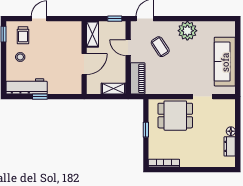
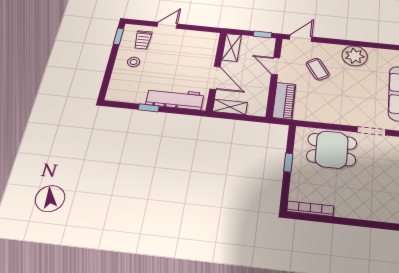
door: (84, 64) -> (215, 78), hinge flipped
workbench: (27, 86) -> (175, 99), moved
shelving: (113, 89) -> (230, 107), moved

